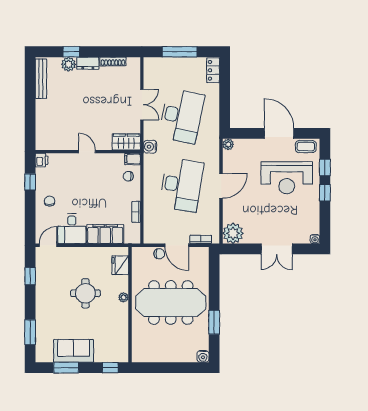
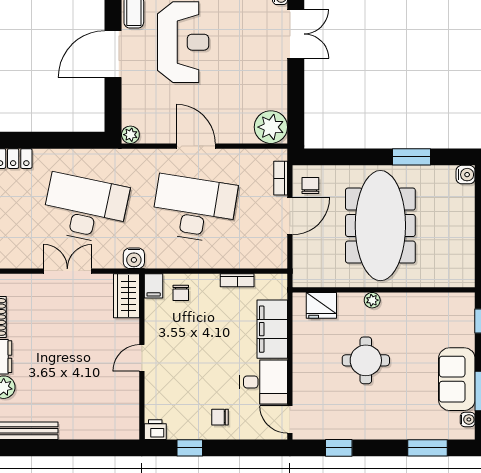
double door: (277, 249) -> (296, 34), moved
chair: (159, 254) -> (310, 186), moved
water cooler: (48, 358) -> (468, 419), added

